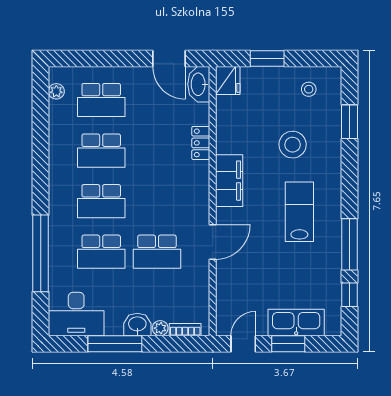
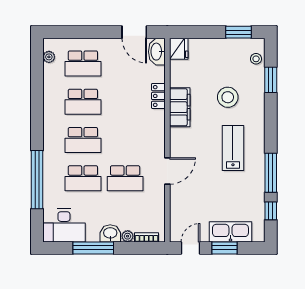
window: (267, 59) -> (239, 32), moved
stool: (309, 89) -> (256, 59), moved
filing cabinet: (229, 181) -> (180, 107), moved

